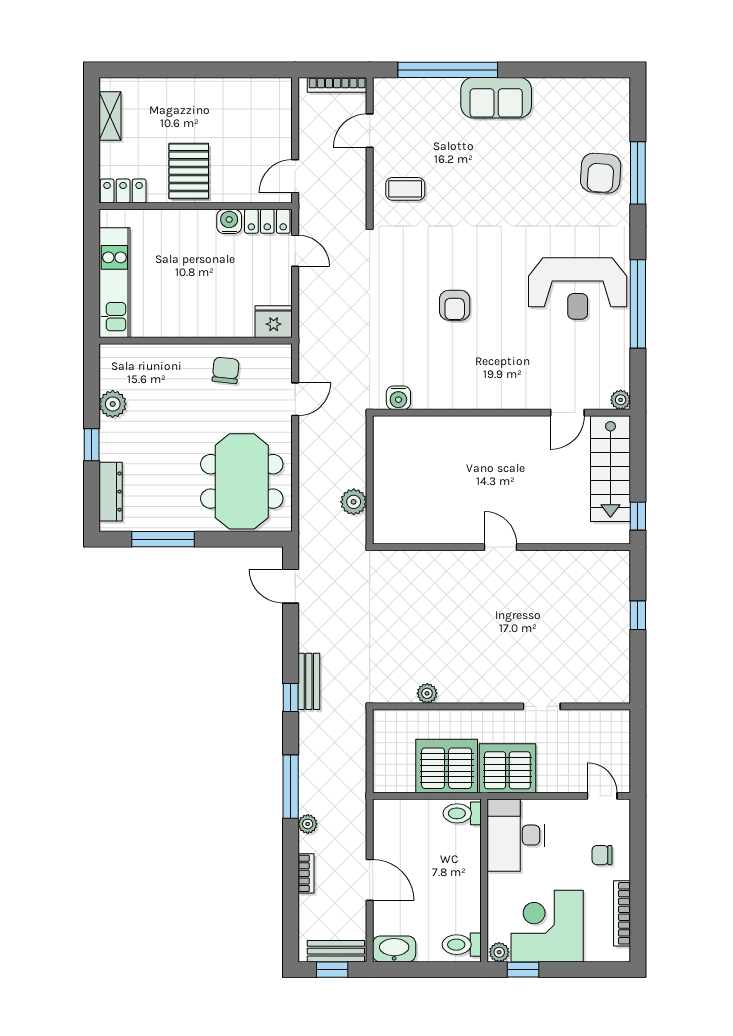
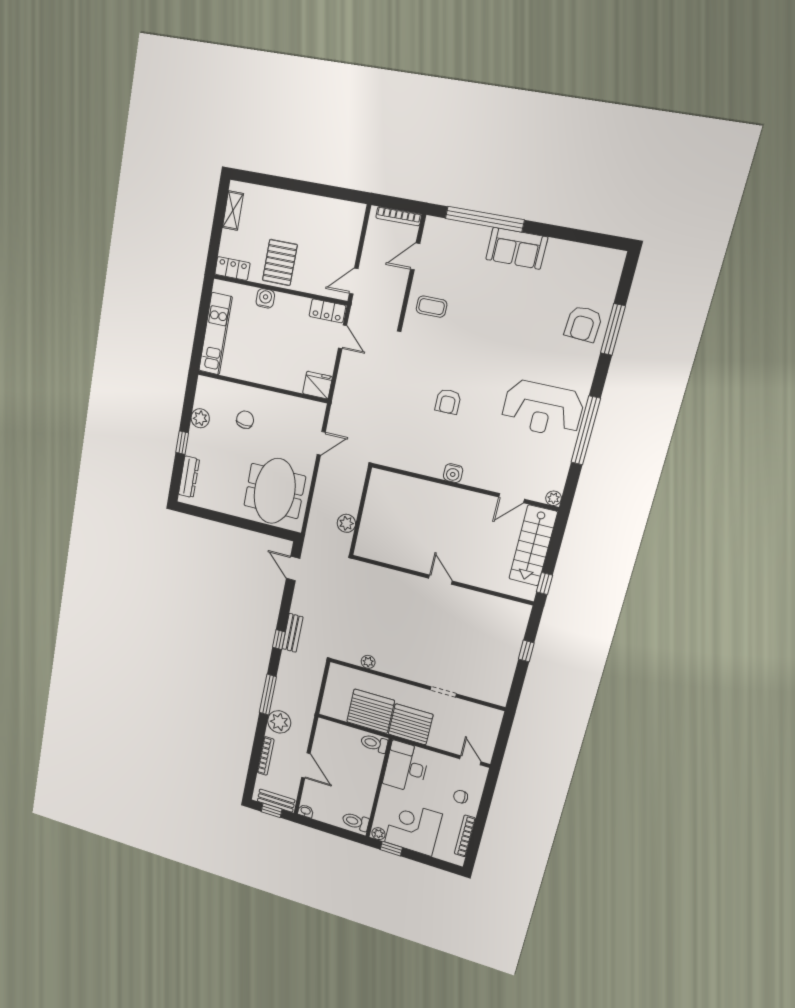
water cooler: (229, 221) -> (265, 298), moved
chair: (226, 370) -> (245, 420), moved
water cooler: (398, 398) -> (453, 473), moved
window: (163, 539) -> (217, 516), removed
plant: (308, 824) -> (279, 722), width x1.88, depth x1.88
bookcase: (306, 873) -> (266, 756), width x1.56
washbasin: (394, 949) -> (306, 811), width x0.52, depth x0.69

